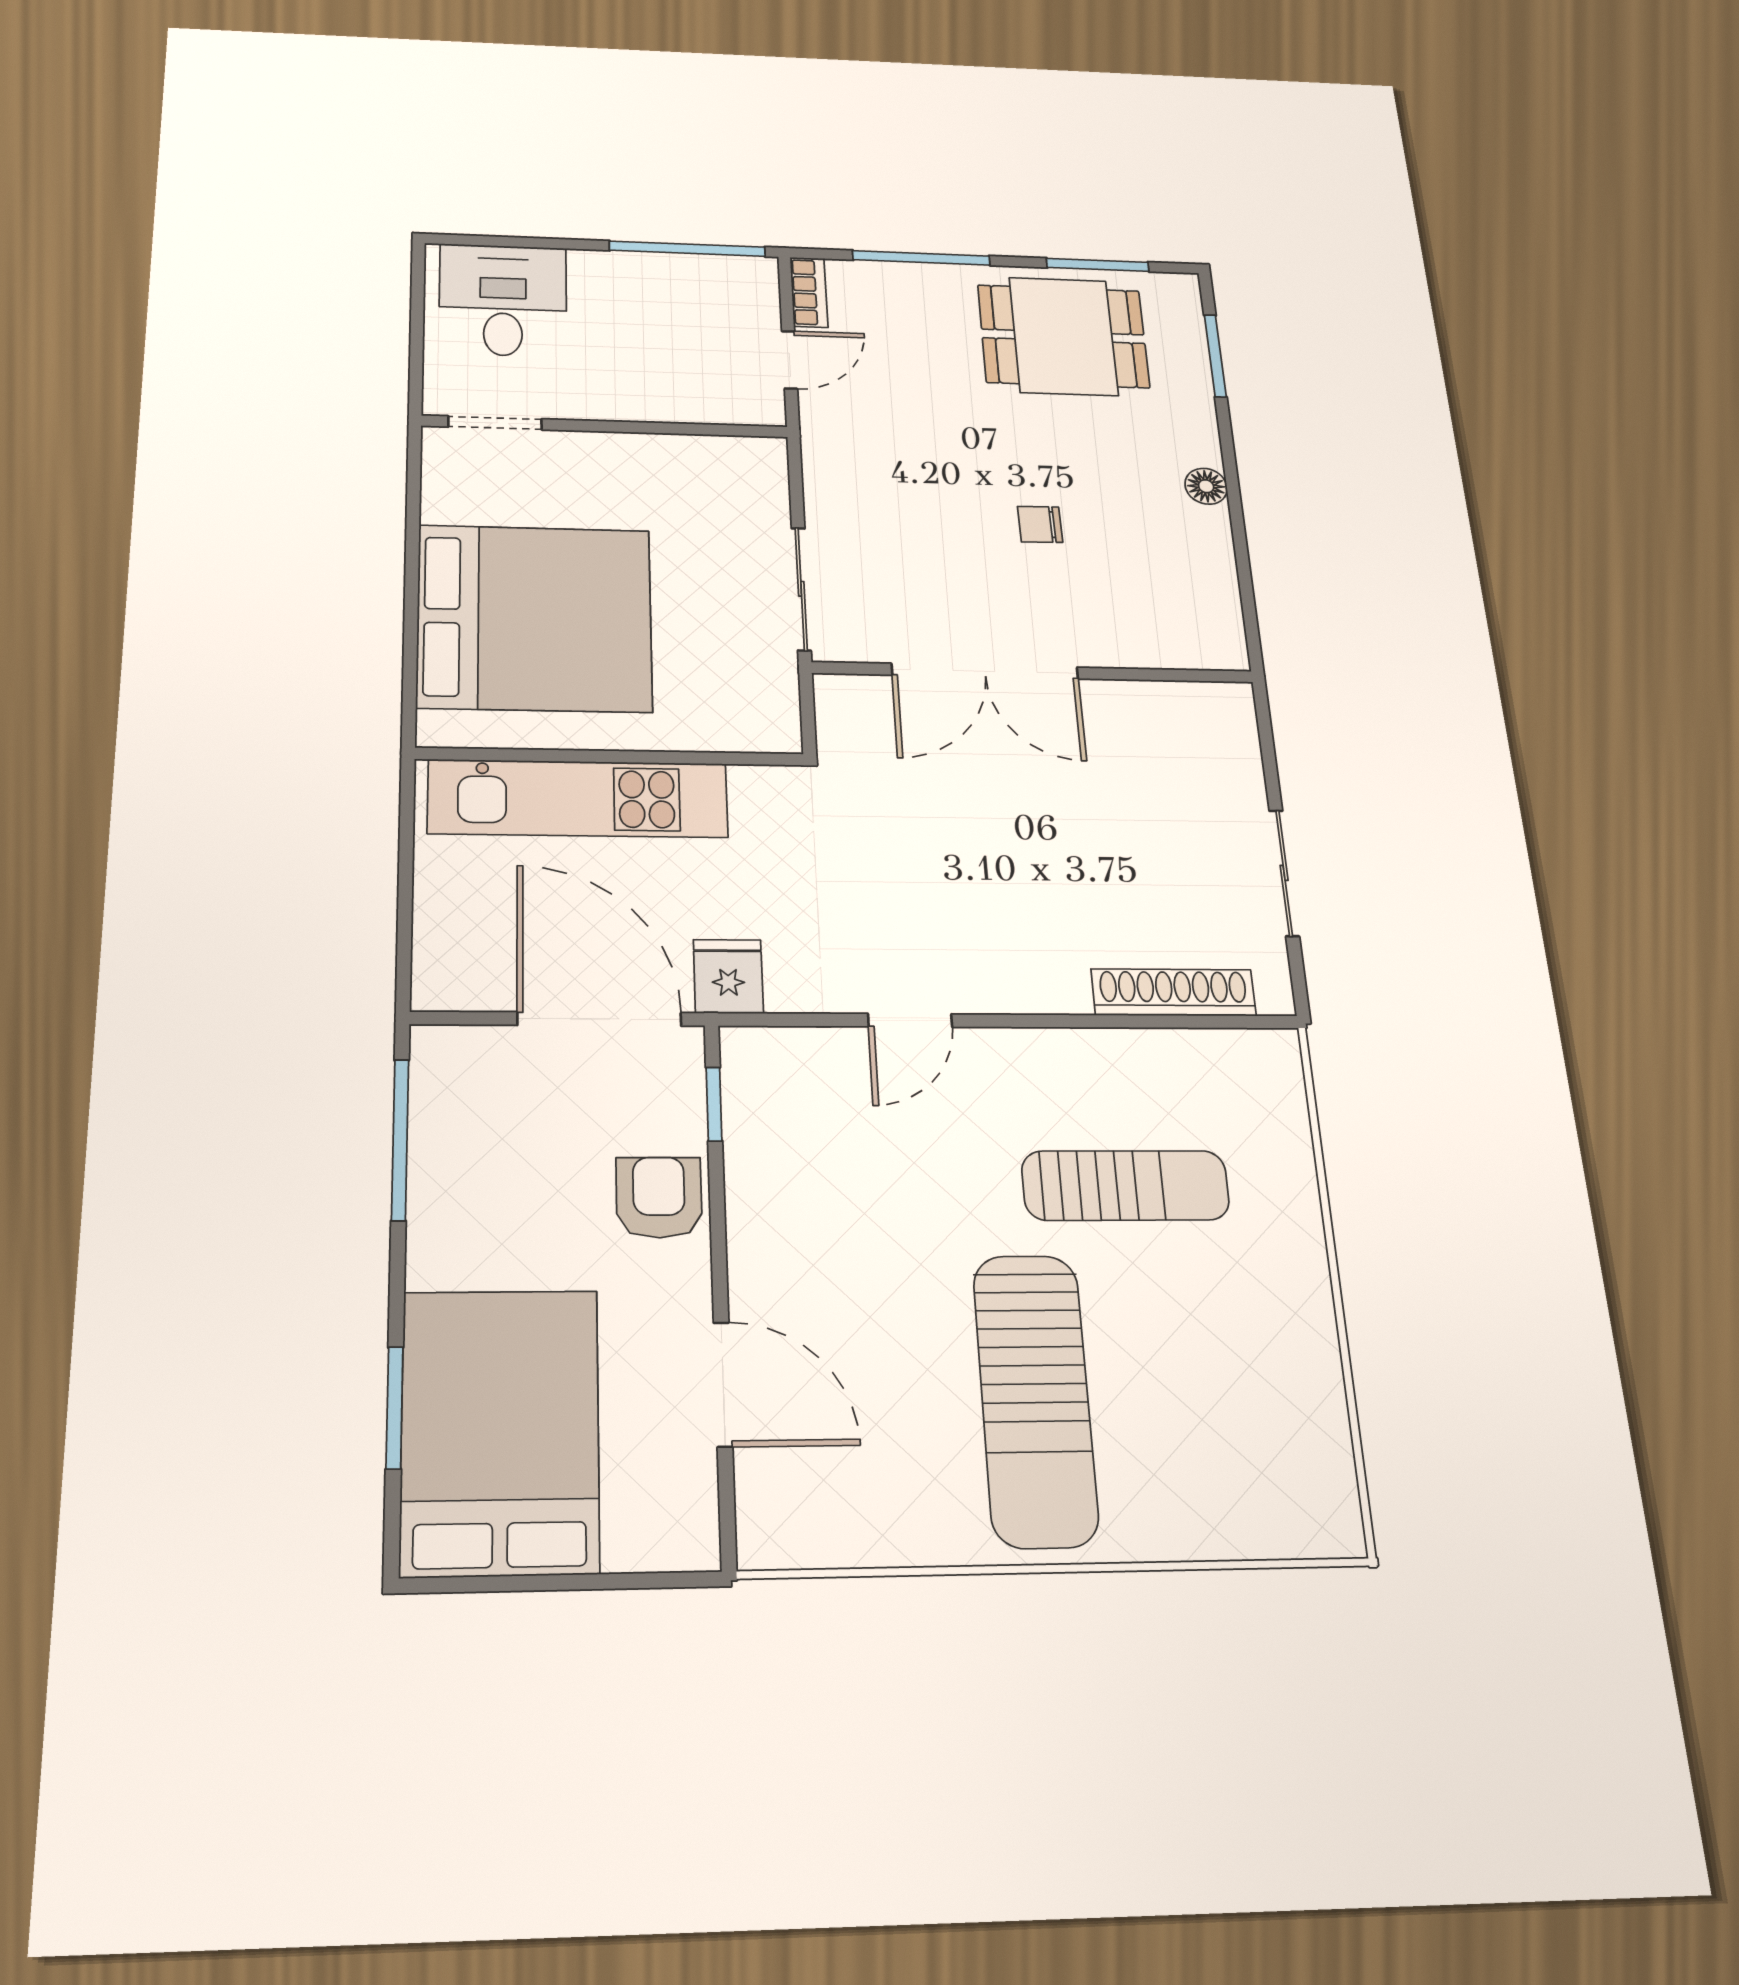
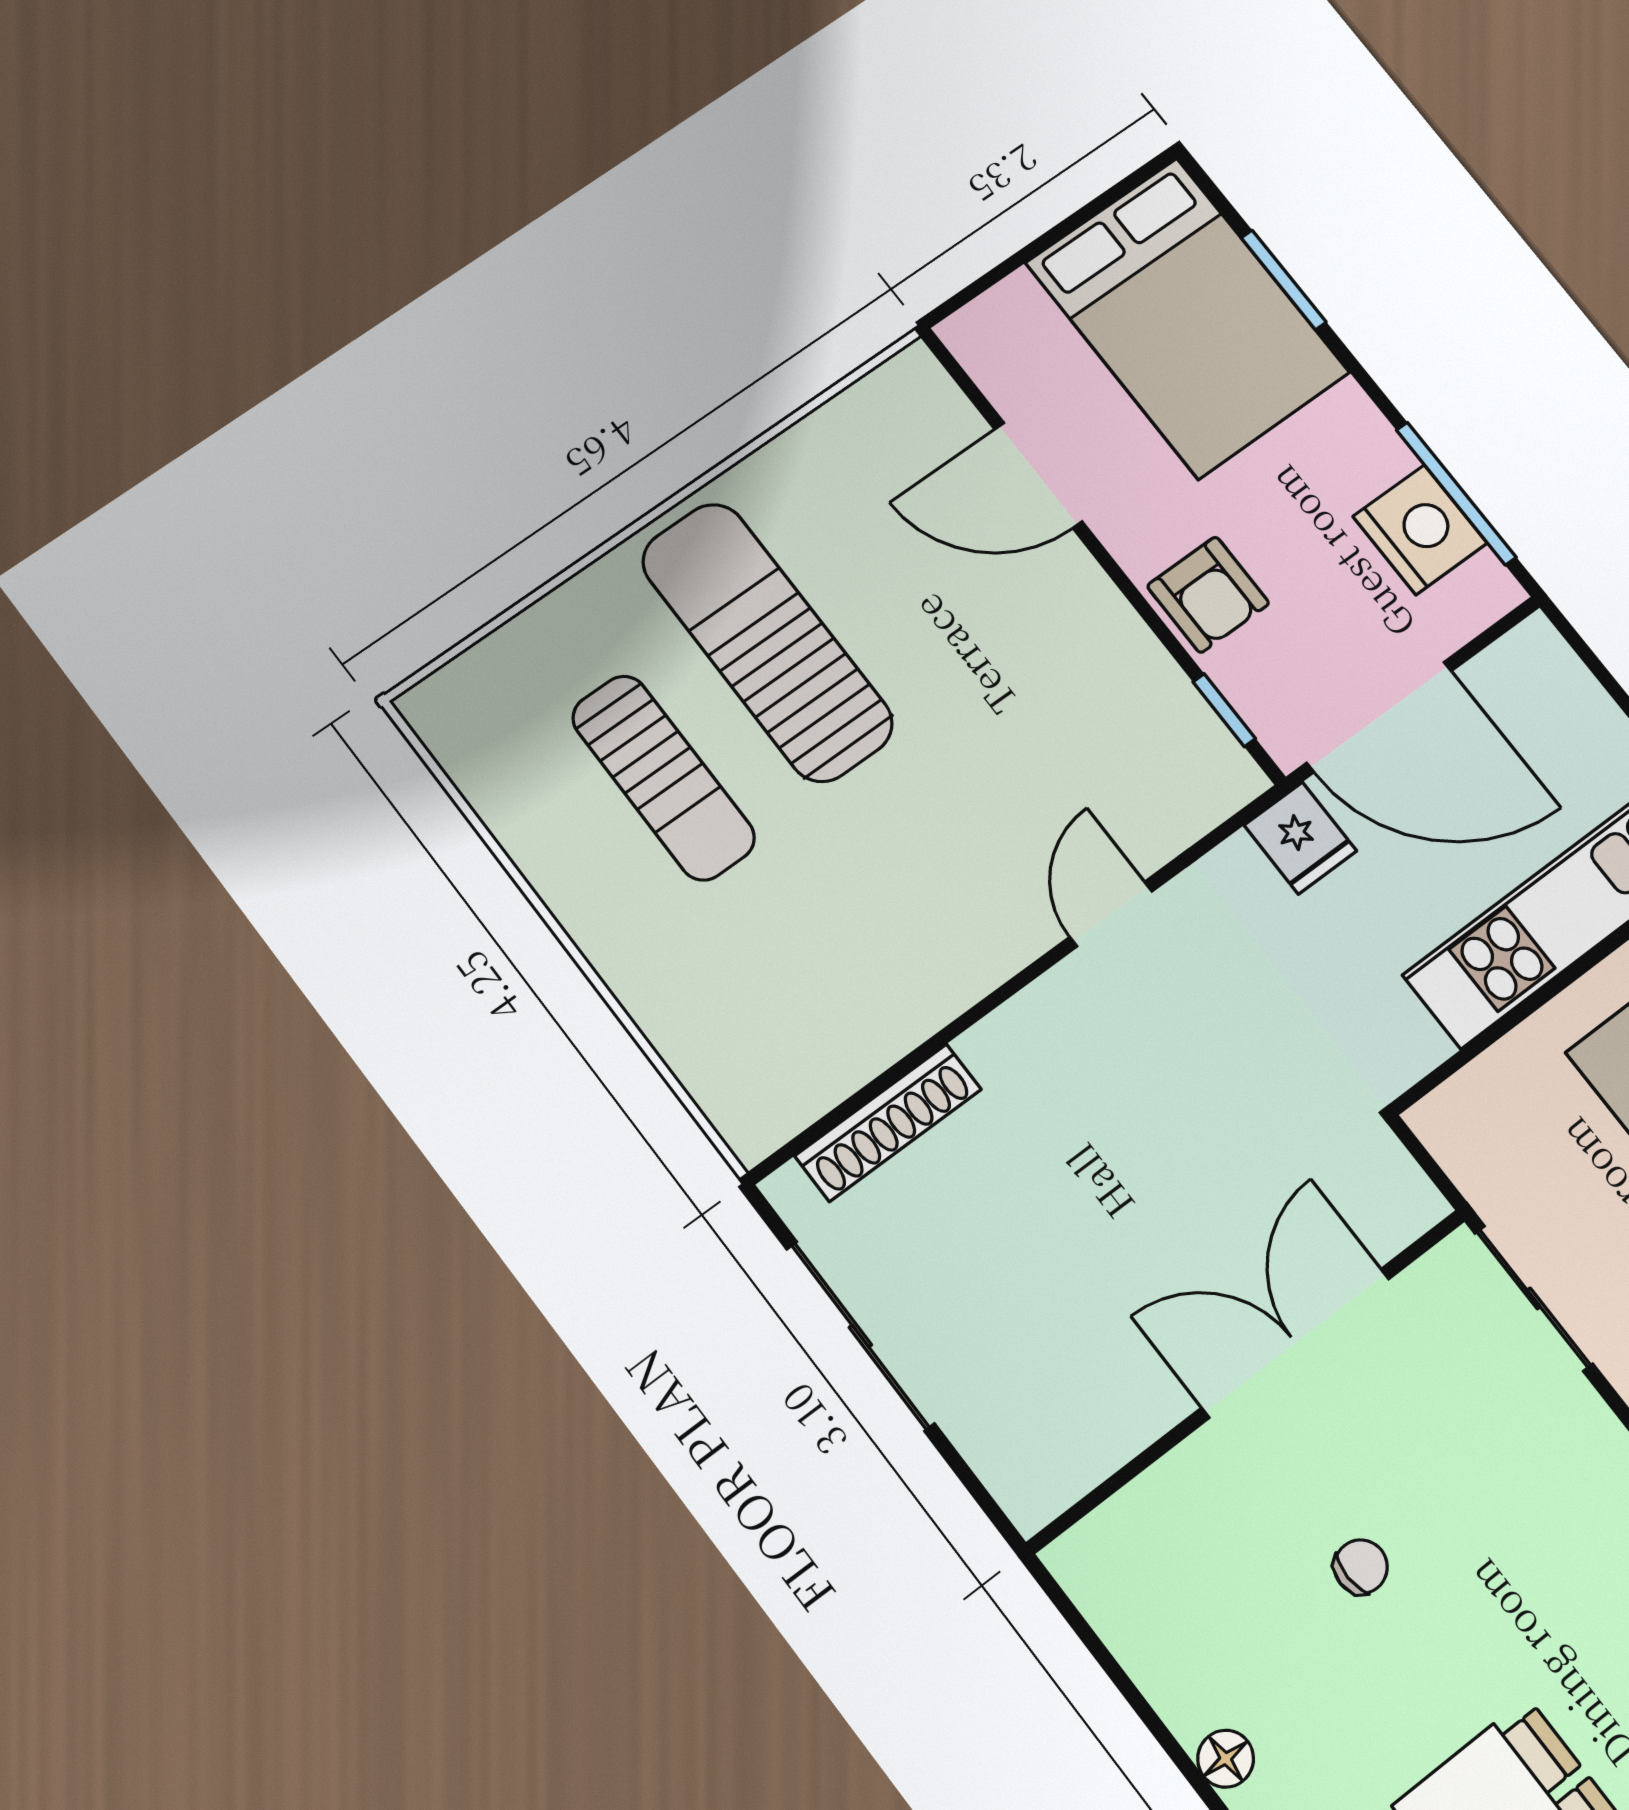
sliding door: (1284, 873) -> (860, 1336), width x1.37
nightstand: (452, 1132) -> (1420, 530), added
sun lounger: (1126, 1185) -> (663, 778), moved, turned -90

